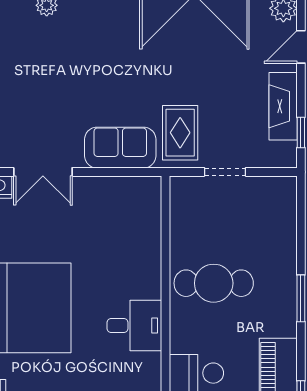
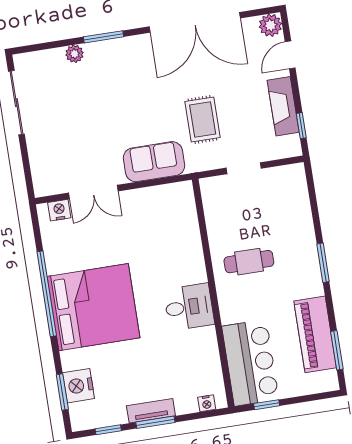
rug: (180, 133) -> (203, 120), moved
cafe table: (214, 283) -> (249, 262), width x0.73, depth x0.74

